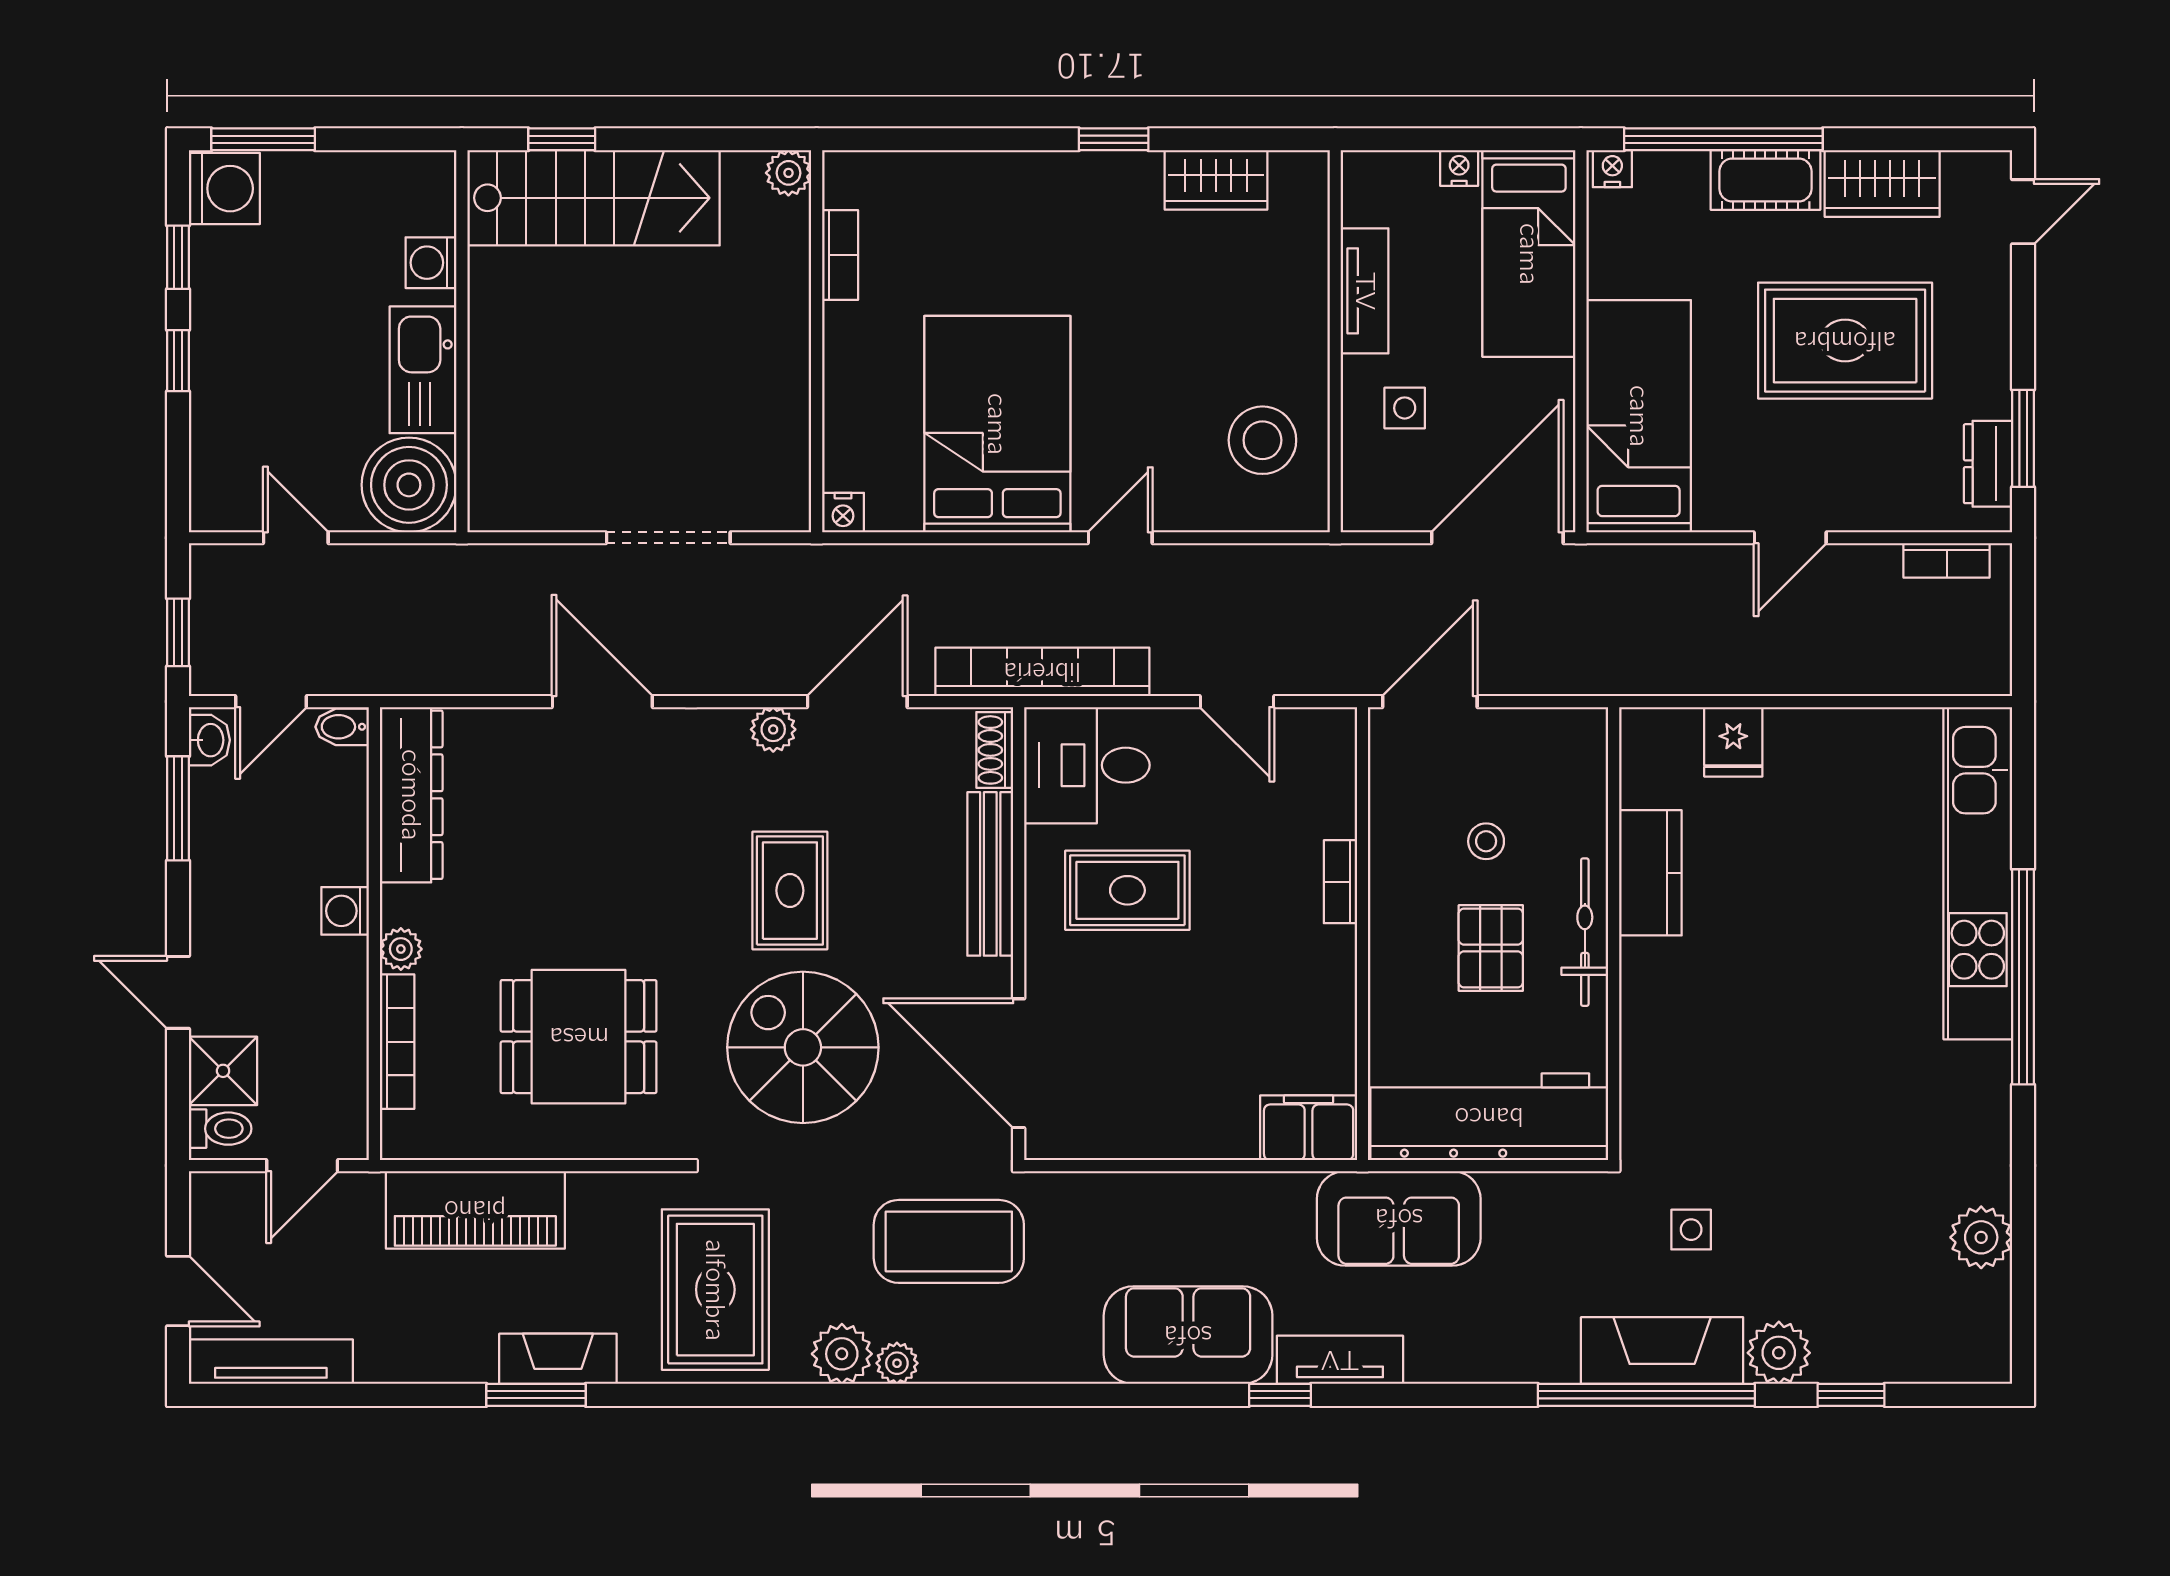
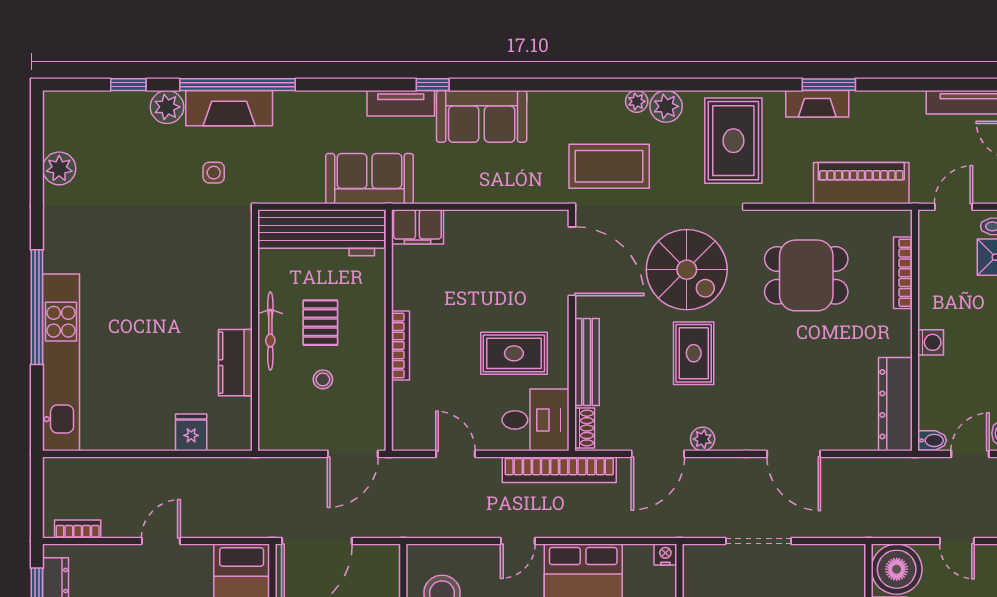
bookcase: (1340, 882) -> (400, 345), width x1.56
plant: (401, 949) -> (901, 322), removed

